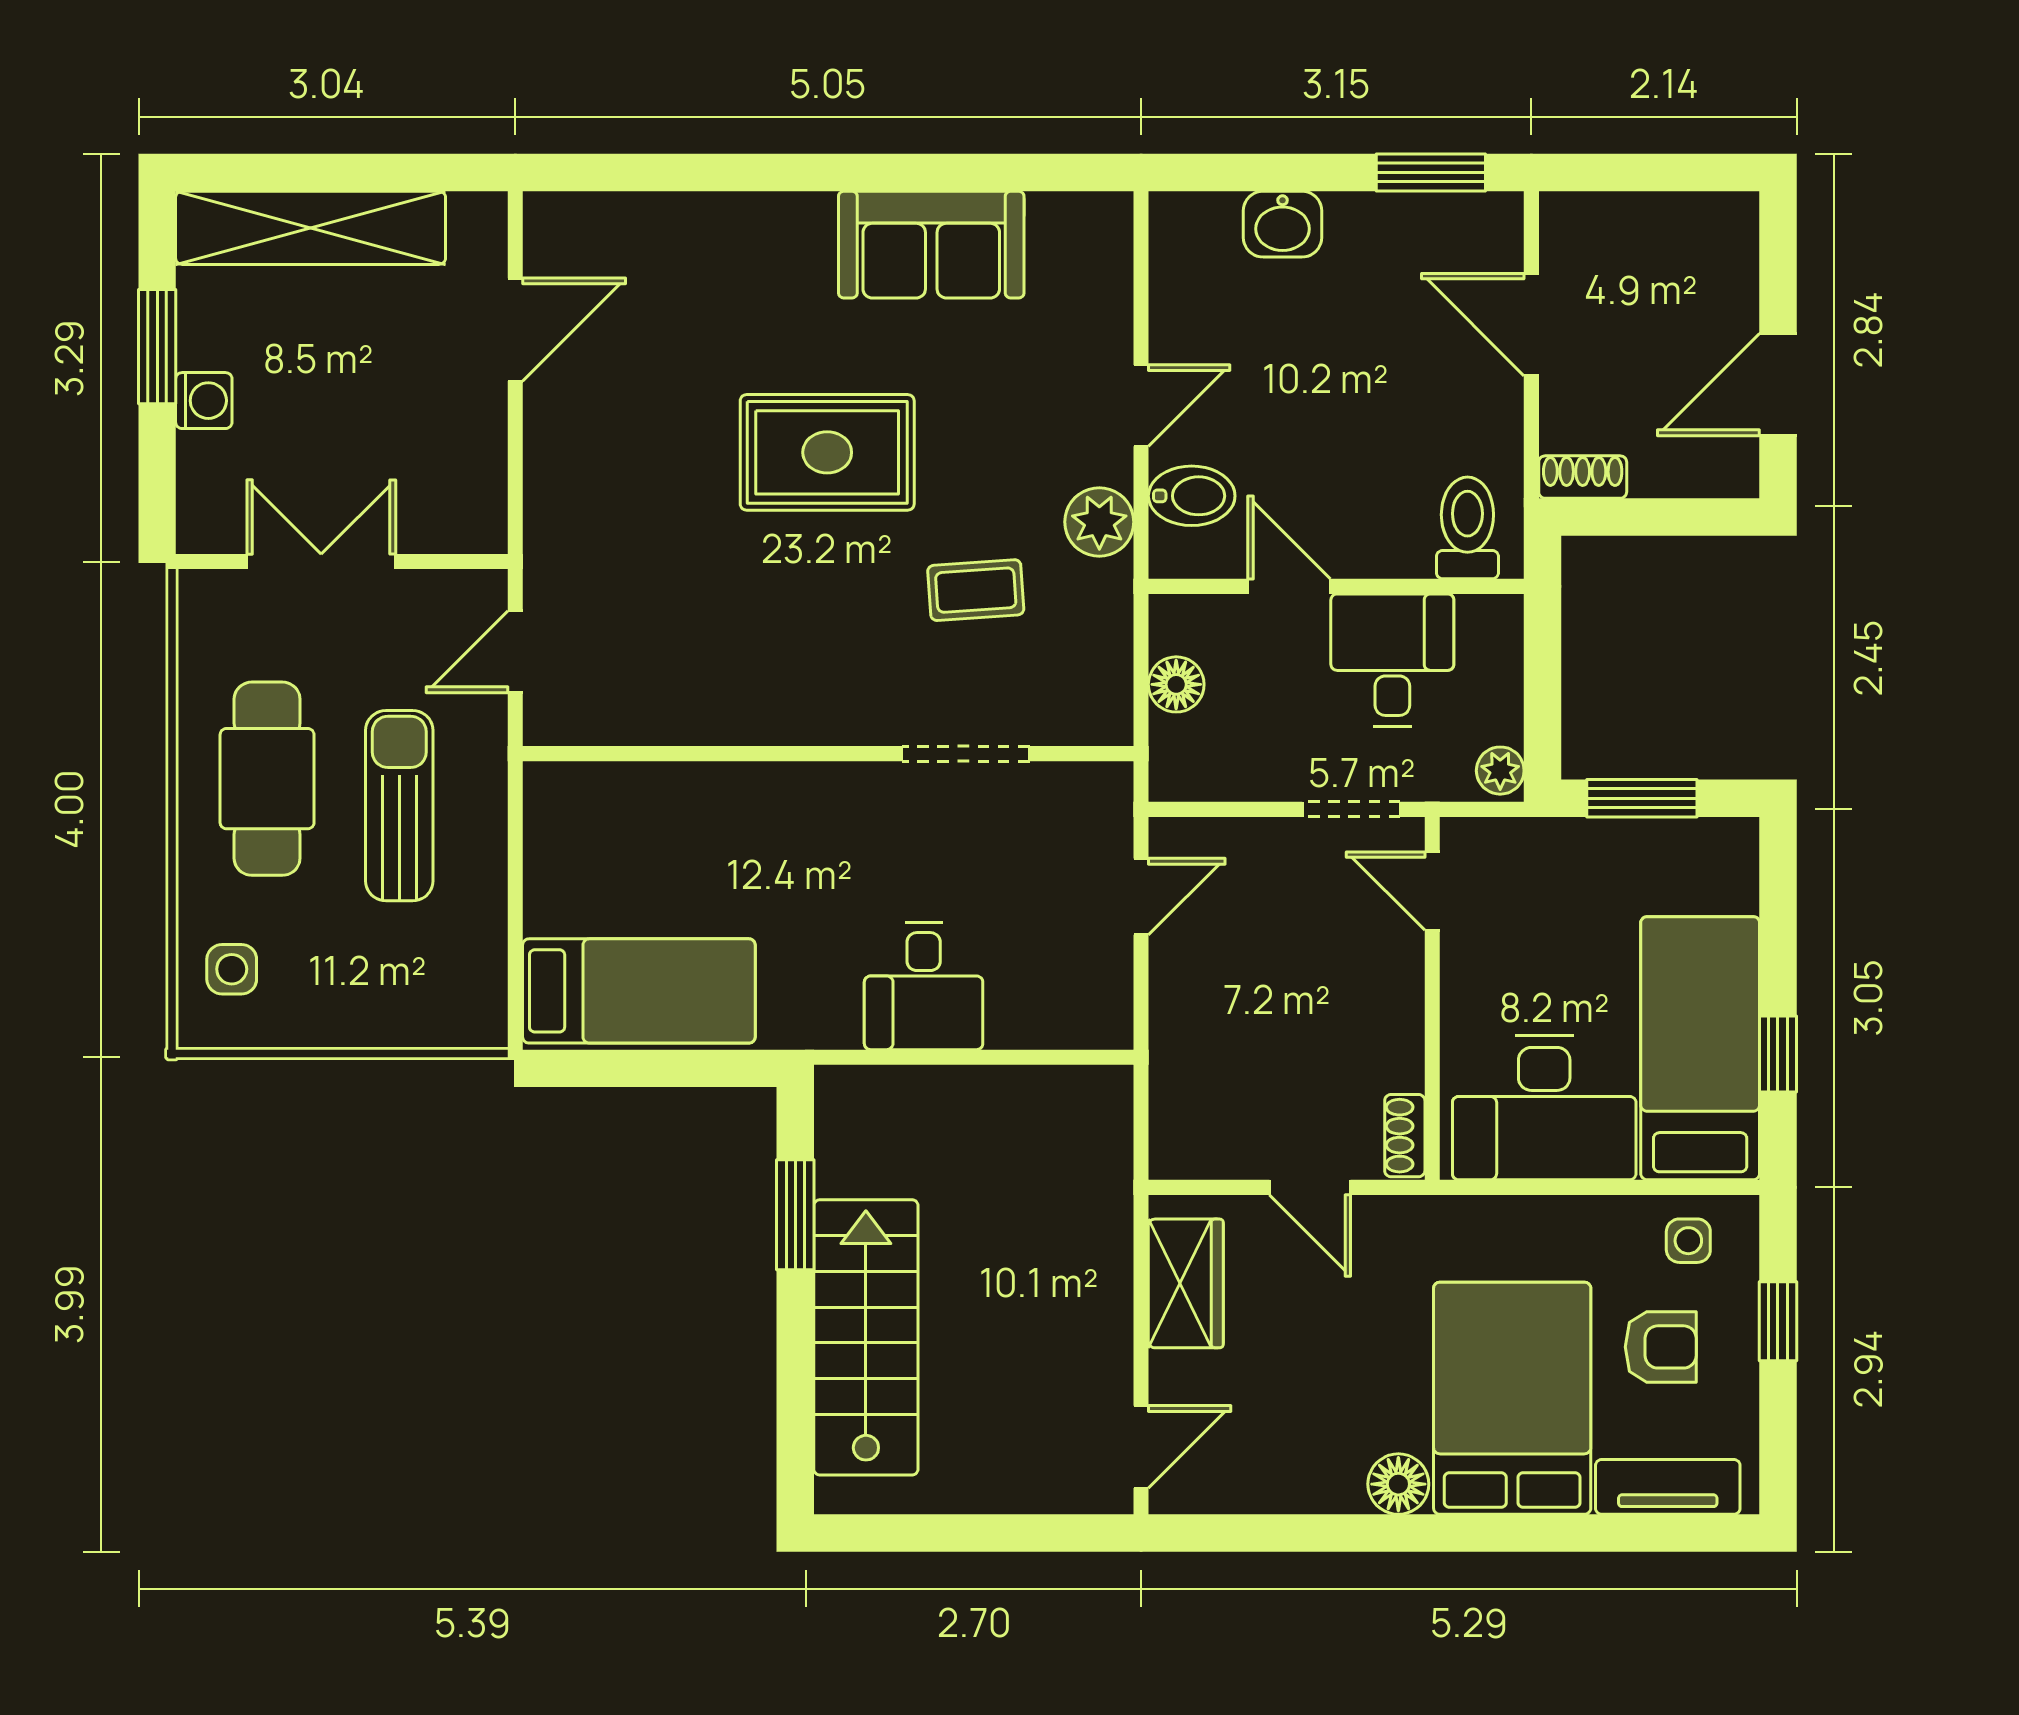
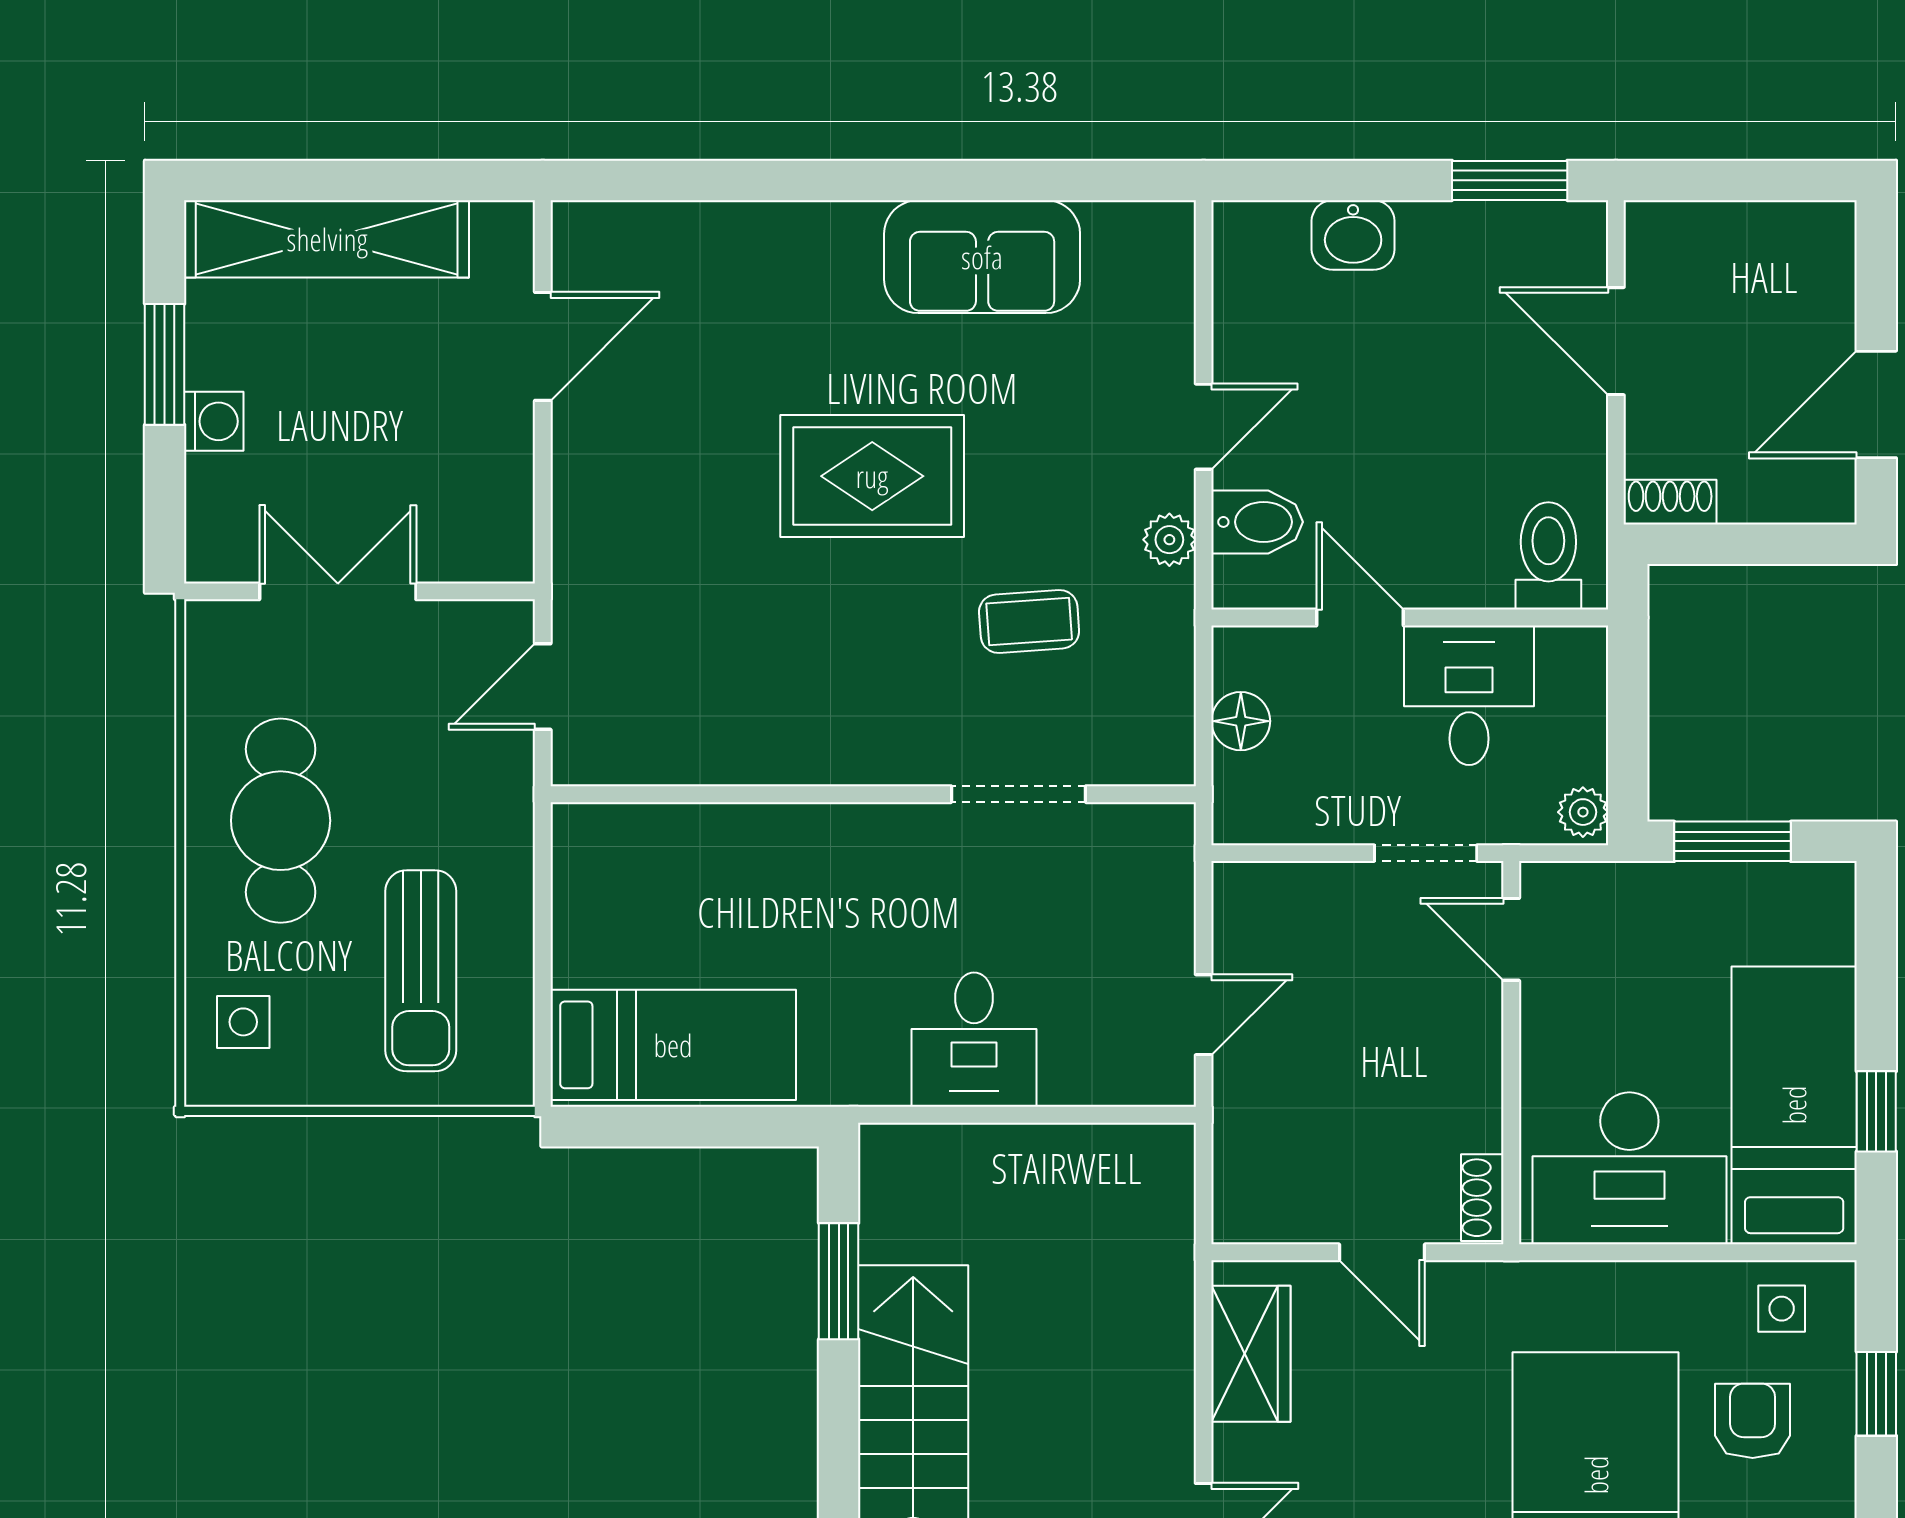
plant: (1099, 522) -> (1169, 540), width x0.73, depth x0.73
sun lounger: (399, 806) -> (421, 971), moved, turned 180
door: (1141, 897) -> (1204, 1015), moved
armchair: (1661, 1347) -> (1753, 1421), turned -90

